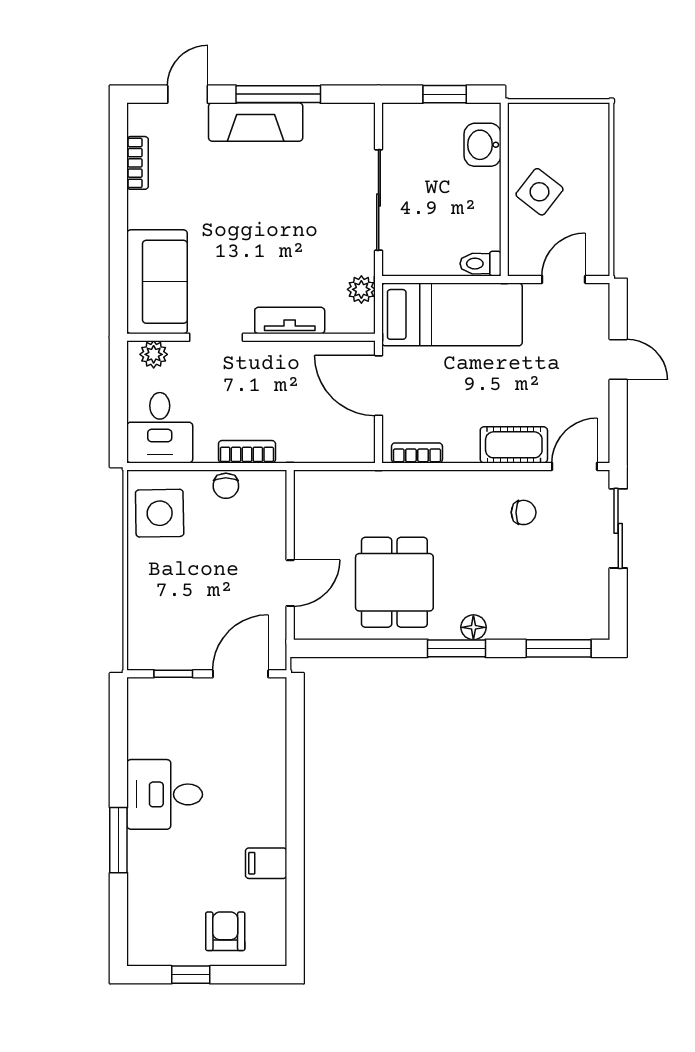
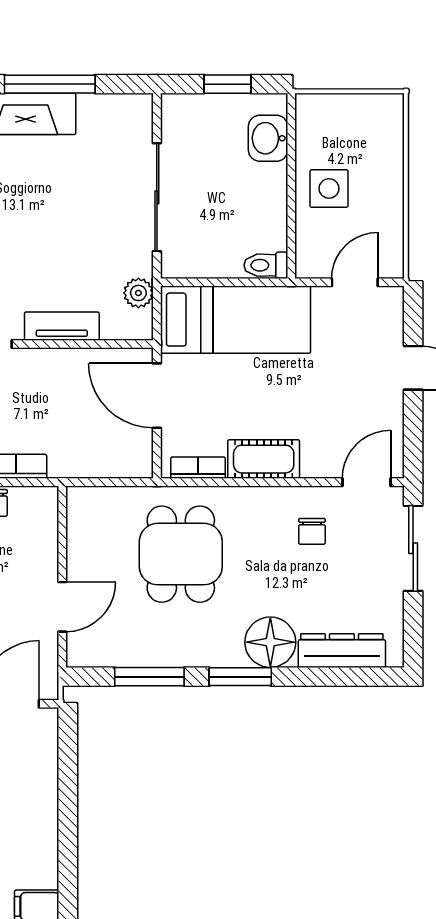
side table: (540, 192) -> (329, 188), turned -38
cot: (514, 445) -> (264, 459), moved
chair: (524, 512) -> (312, 531), turned 90
dining table: (394, 582) -> (181, 554), moved
dresser: (552, 624) -> (342, 651), added
floor lamp: (473, 627) -> (270, 642), width x1.89, depth x1.89
window: (559, 648) -> (149, 677), moved

